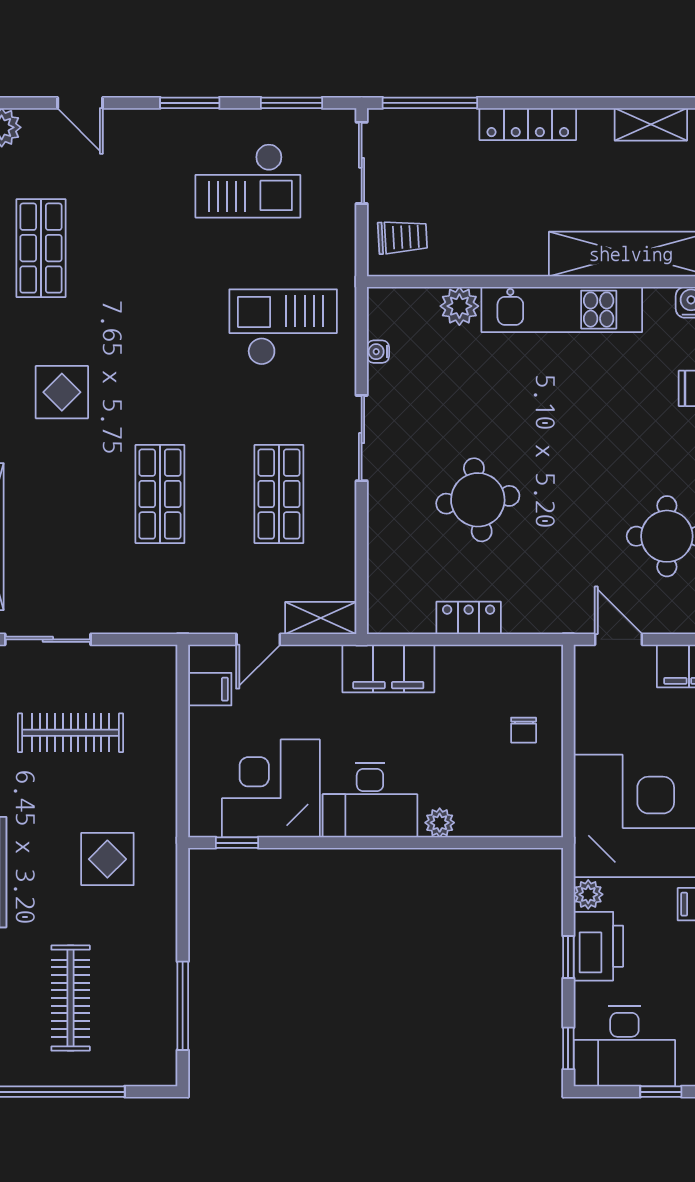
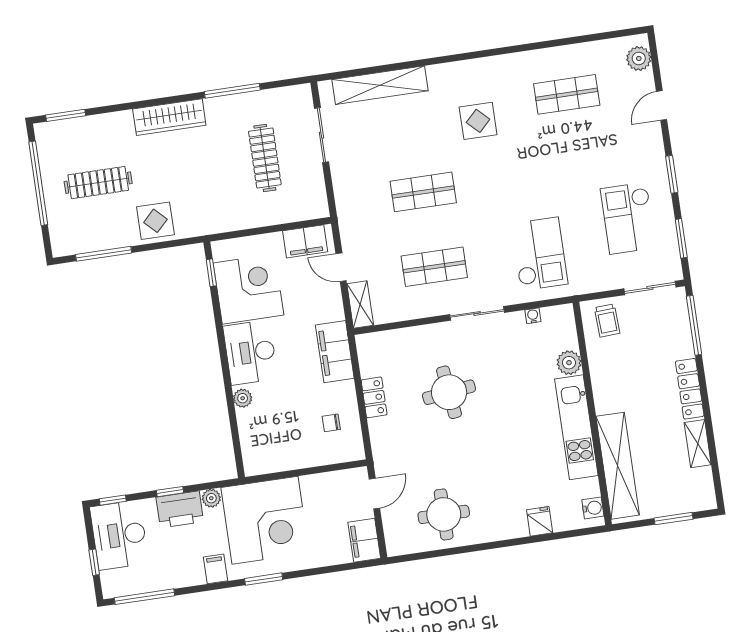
shelving: (651, 124) -> (698, 444), moved
filing cabinet: (210, 689) -> (305, 241), width x2.00
chair: (524, 730) -> (331, 423), moved
display table: (107, 859) -> (155, 221), moved

